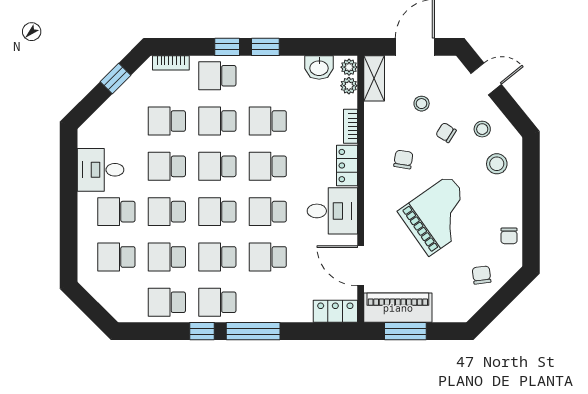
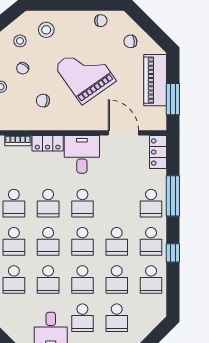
school desk: (268, 257) -> (151, 203), moved
door: (361, 266) -> (123, 133), swing flipped
piano: (398, 308) -> (155, 80), moved
window: (253, 331) -> (173, 196), moved

